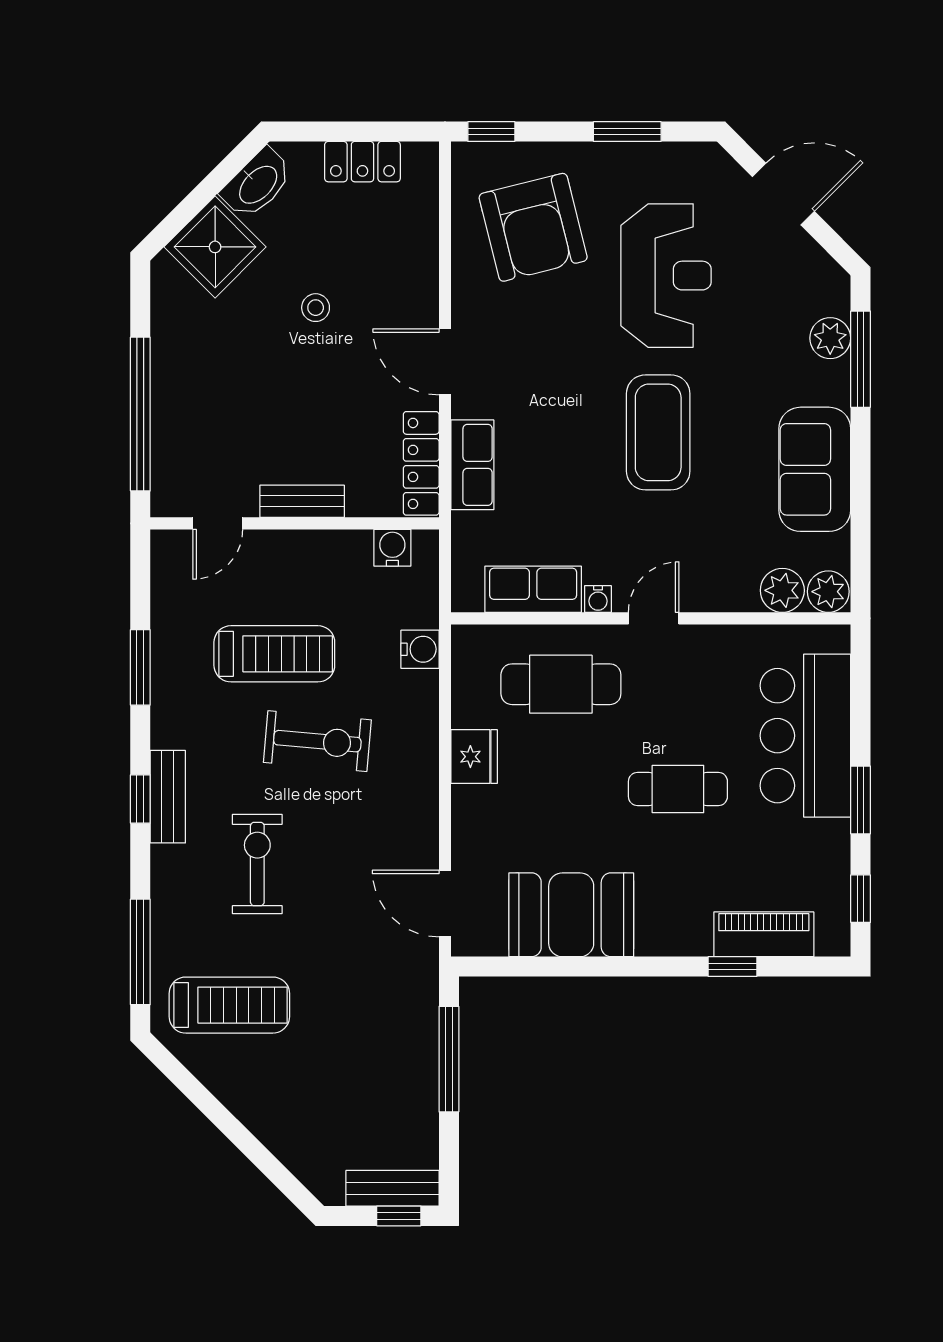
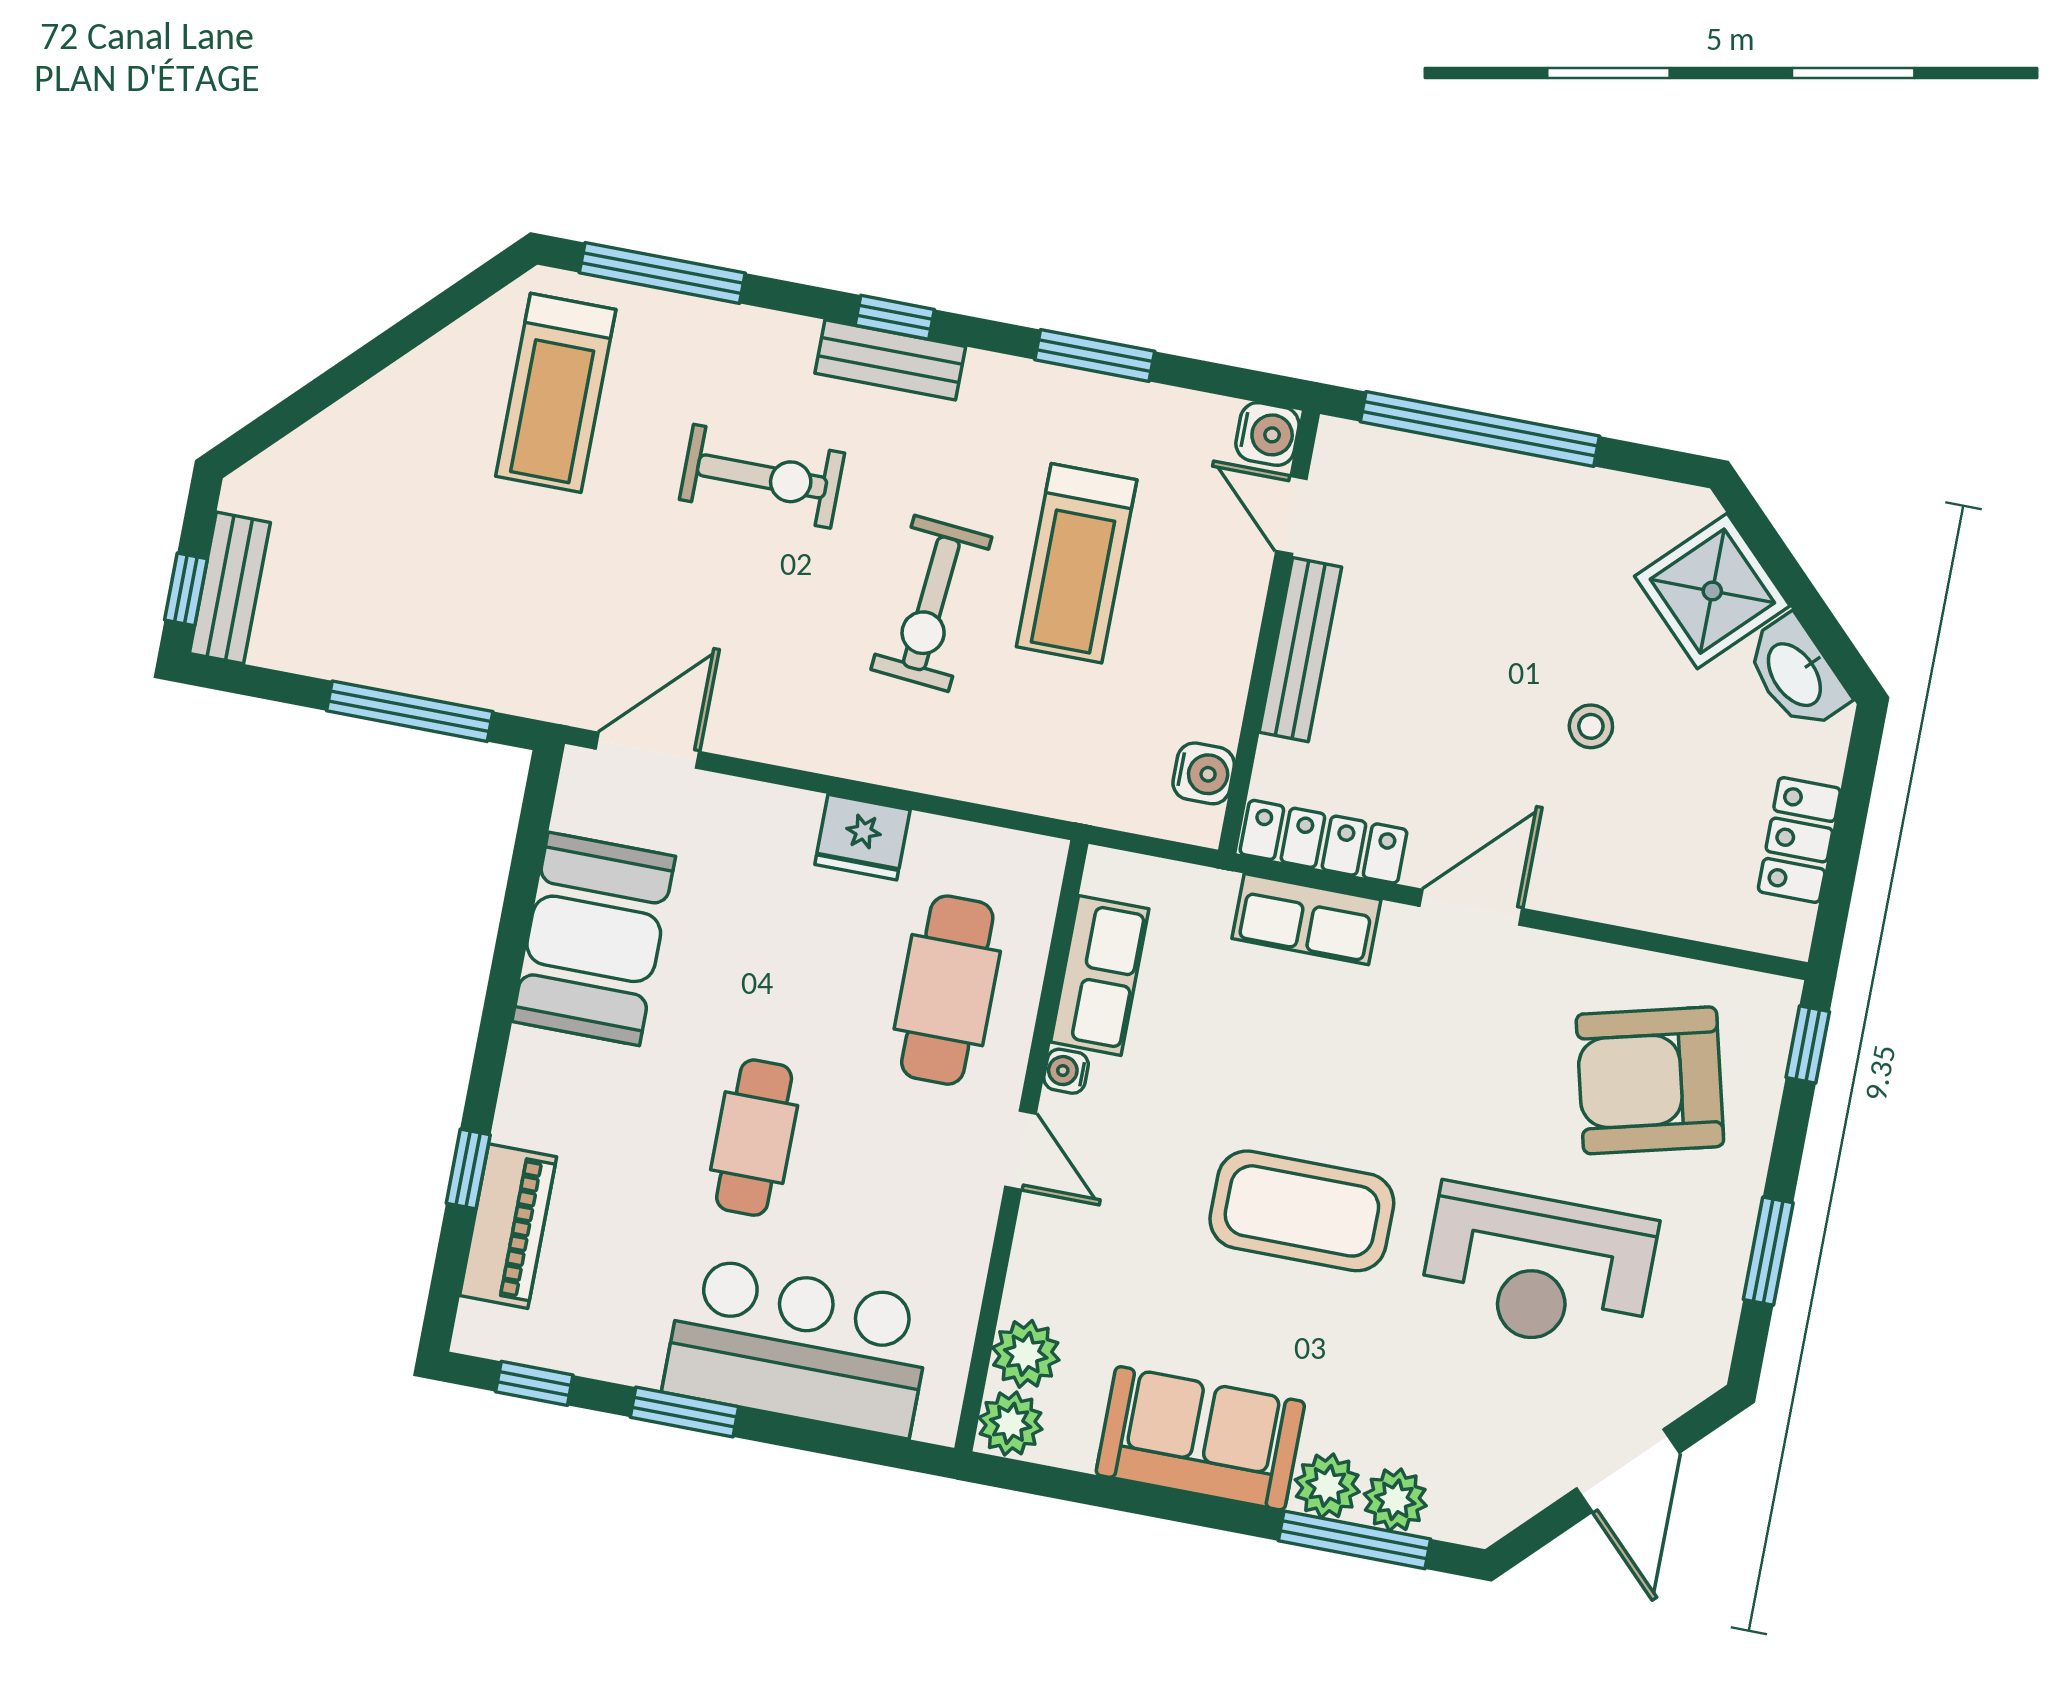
plant: (830, 383) -> (1327, 1486), added
bench: (302, 501) -> (1300, 650), width x1.36
water cooler: (420, 649) -> (1267, 434), moved, turned -90

